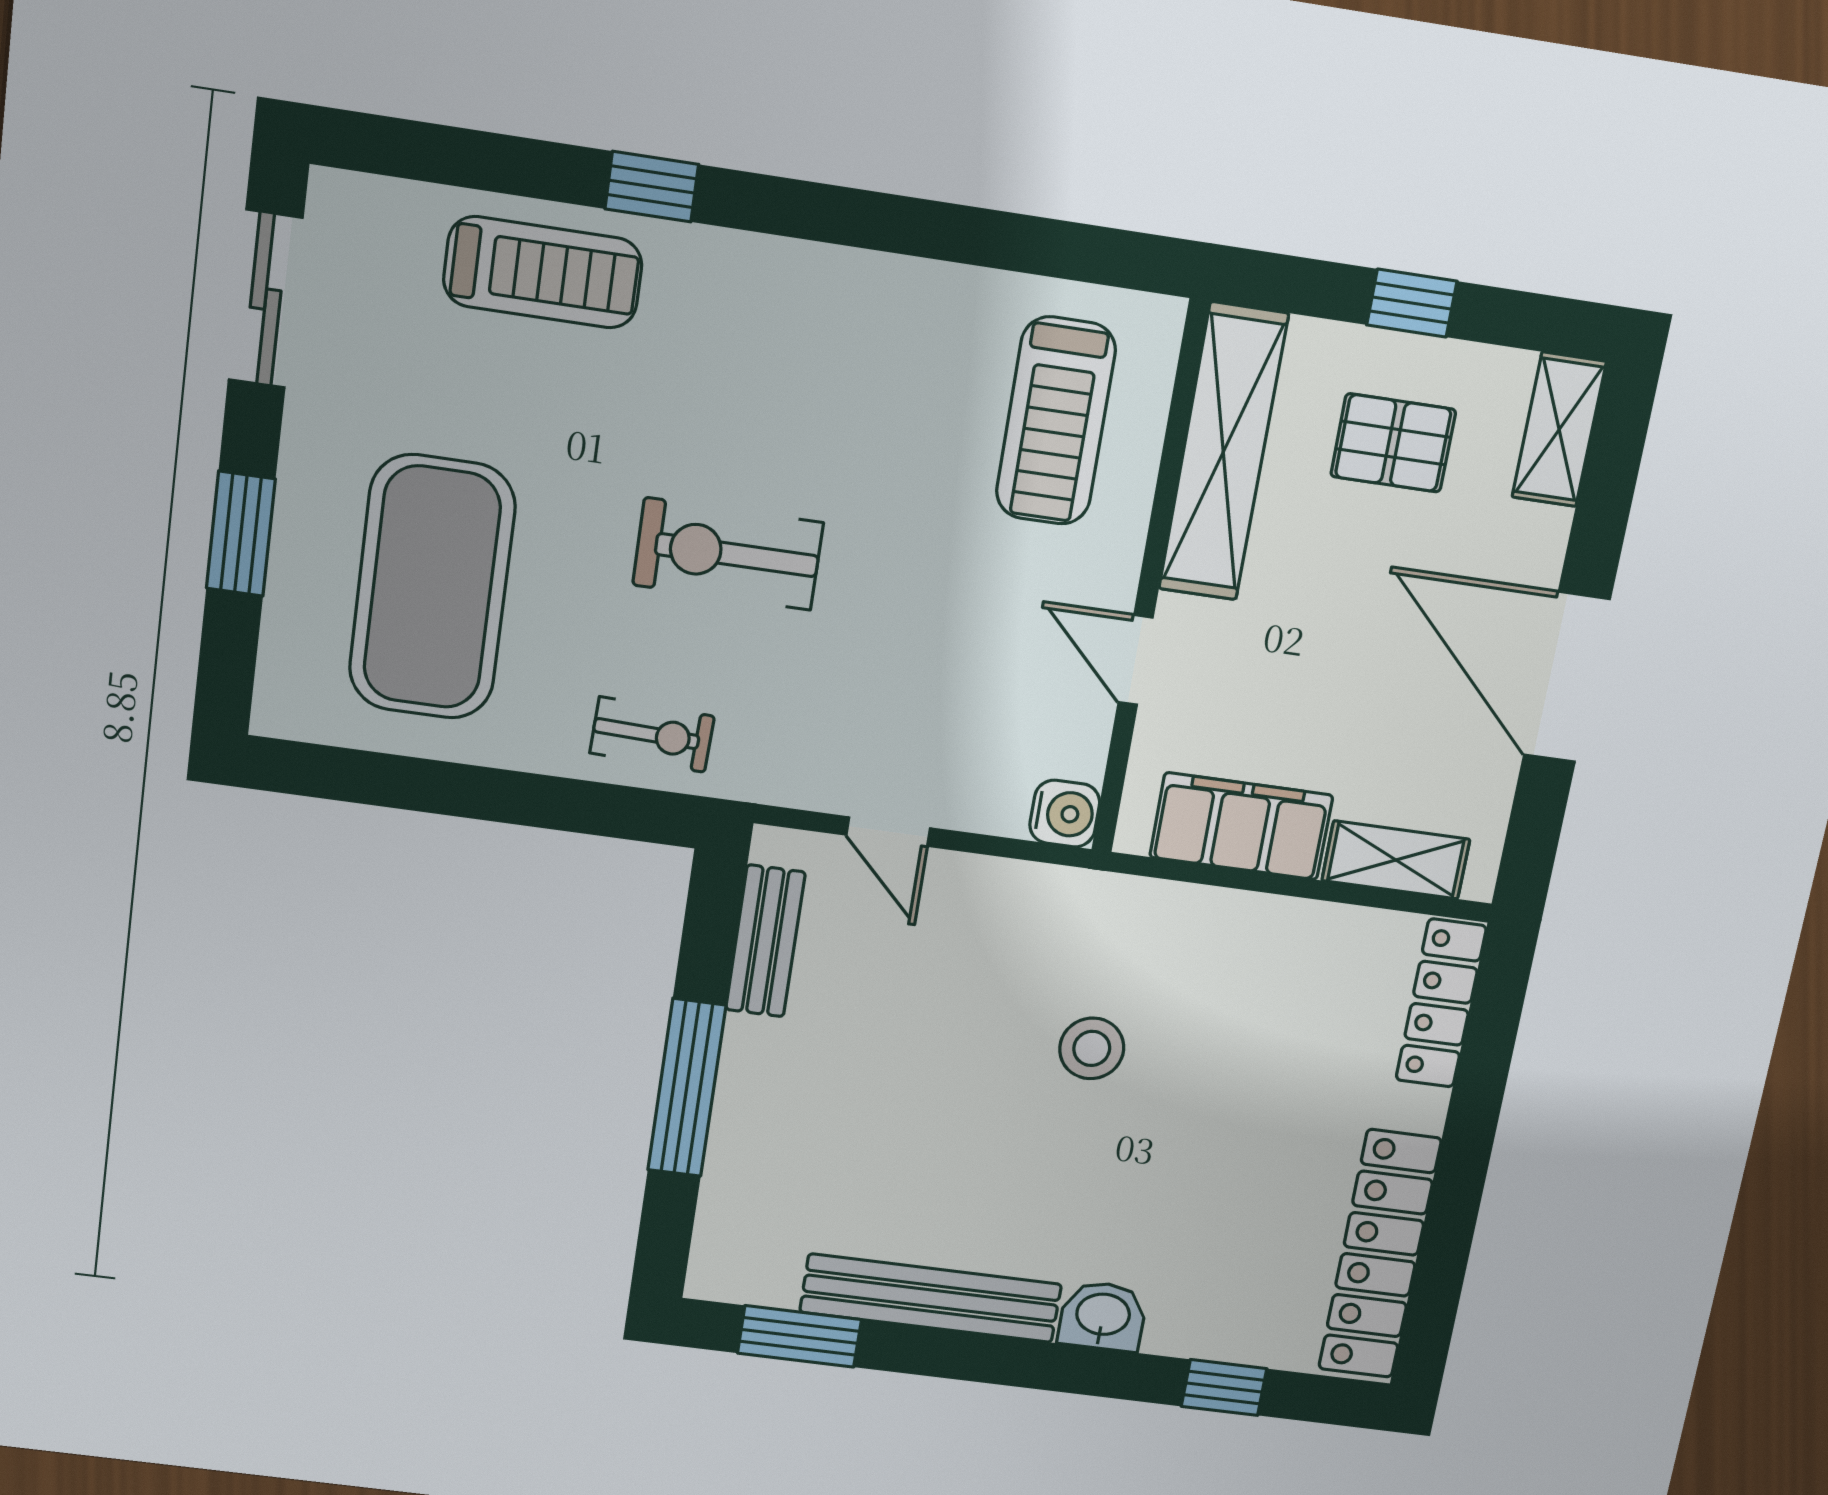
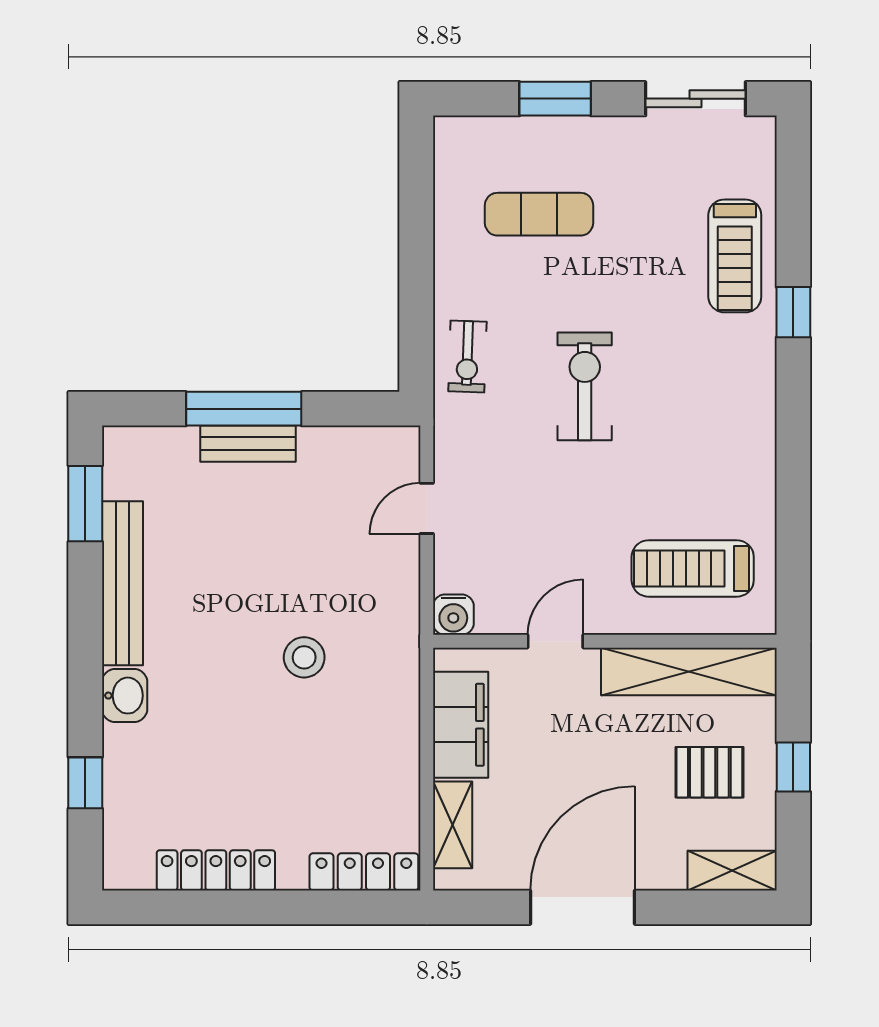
pallet: (1393, 443) -> (709, 772), turned 90
exercise mat: (432, 587) -> (539, 214), width x0.50, depth x0.69
bench: (765, 941) -> (248, 444), moved
locker: (1380, 1254) -> (216, 870), width x0.71, depth x0.83

